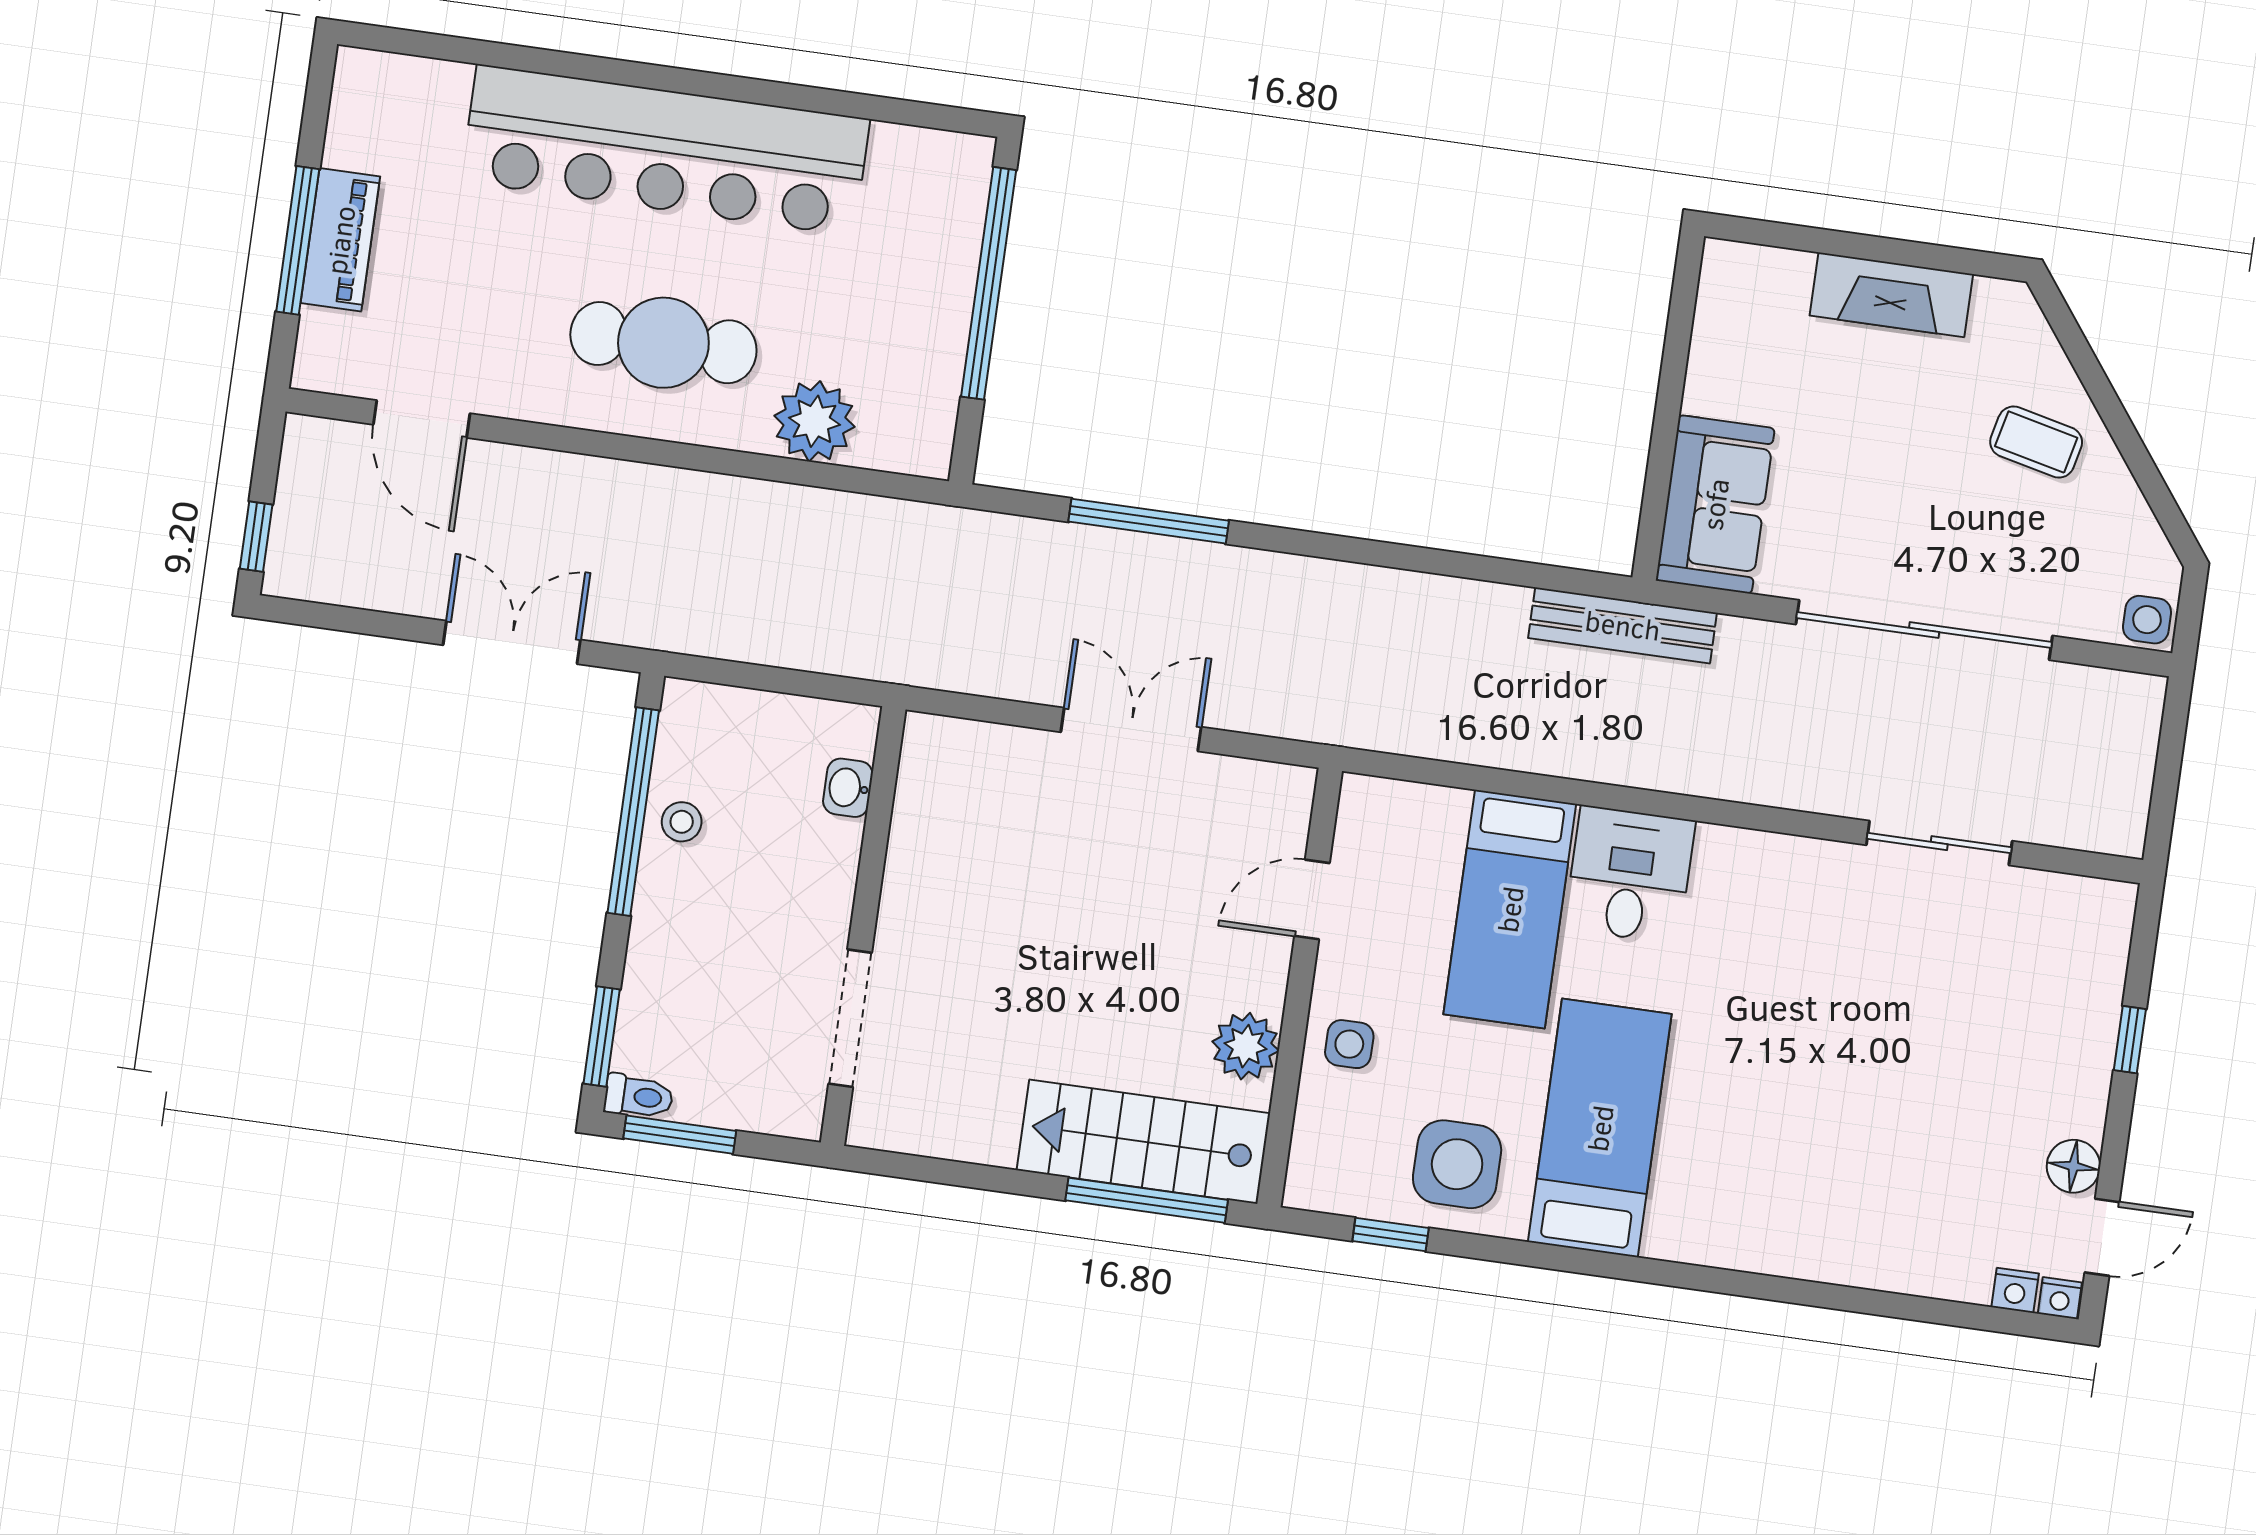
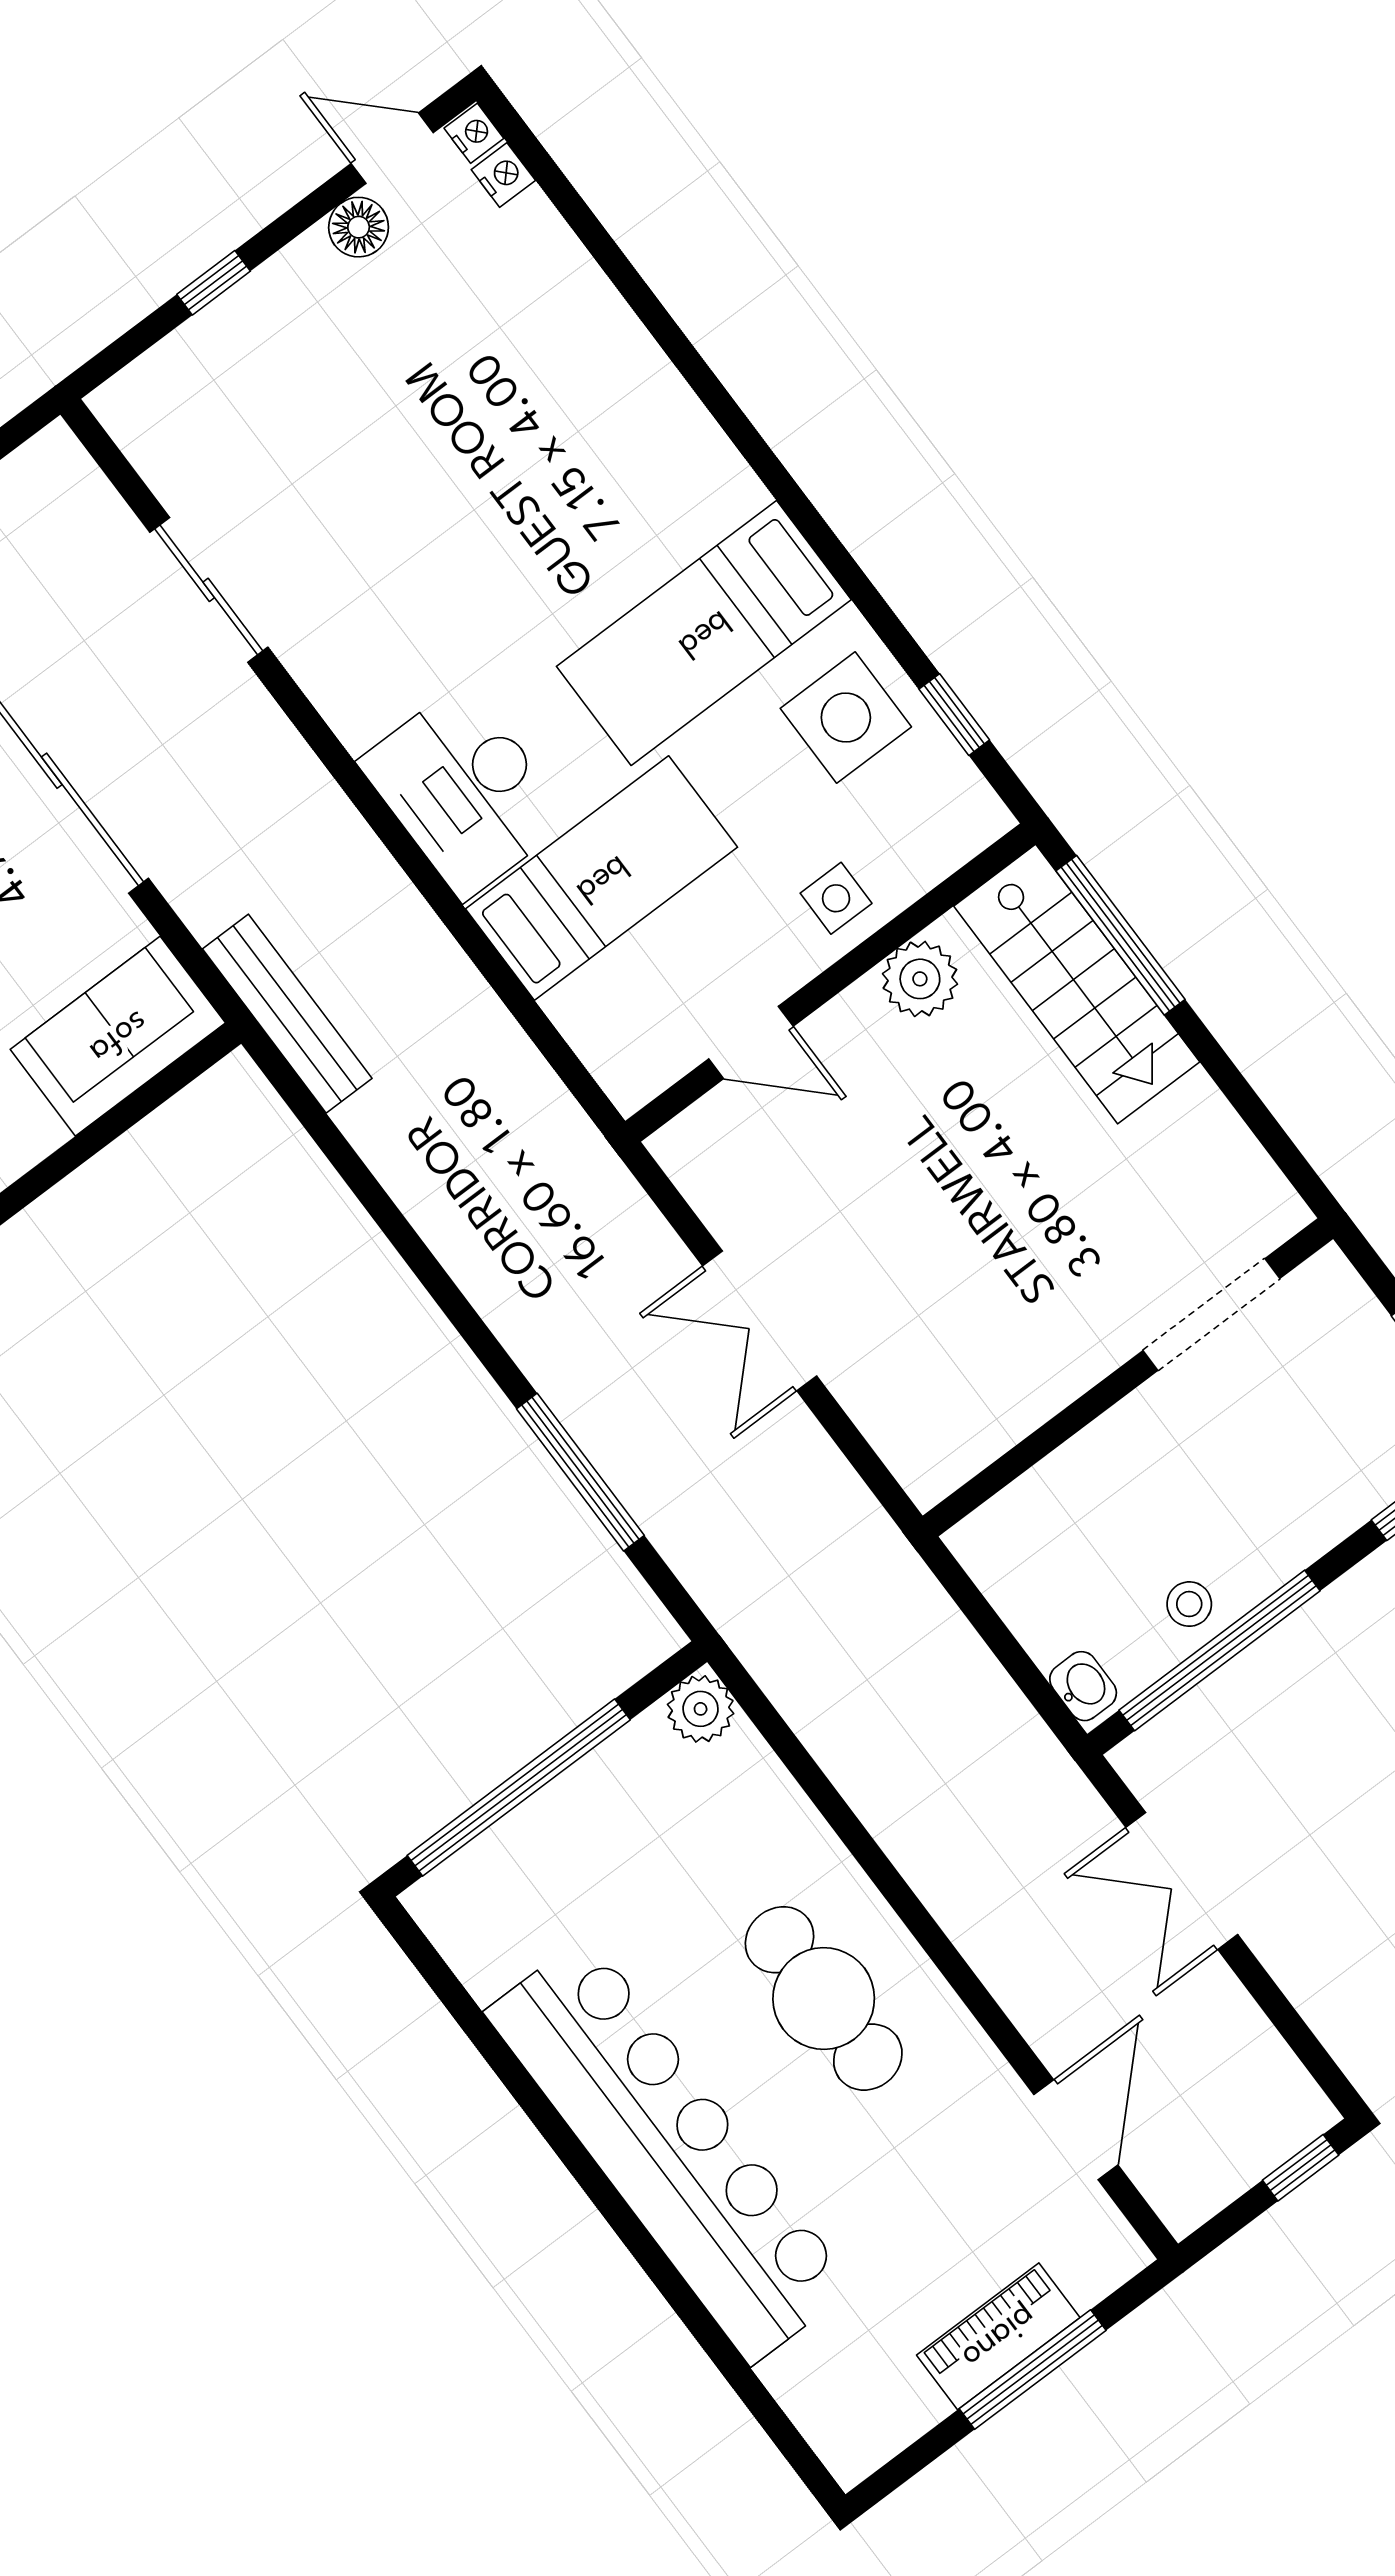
plant: (814, 421) -> (701, 1709), moved, width x0.73, depth x0.73
washbasin: (848, 788) -> (1083, 1686), moved, turned -90
desk: (1630, 875) -> (465, 791), width x1.37

